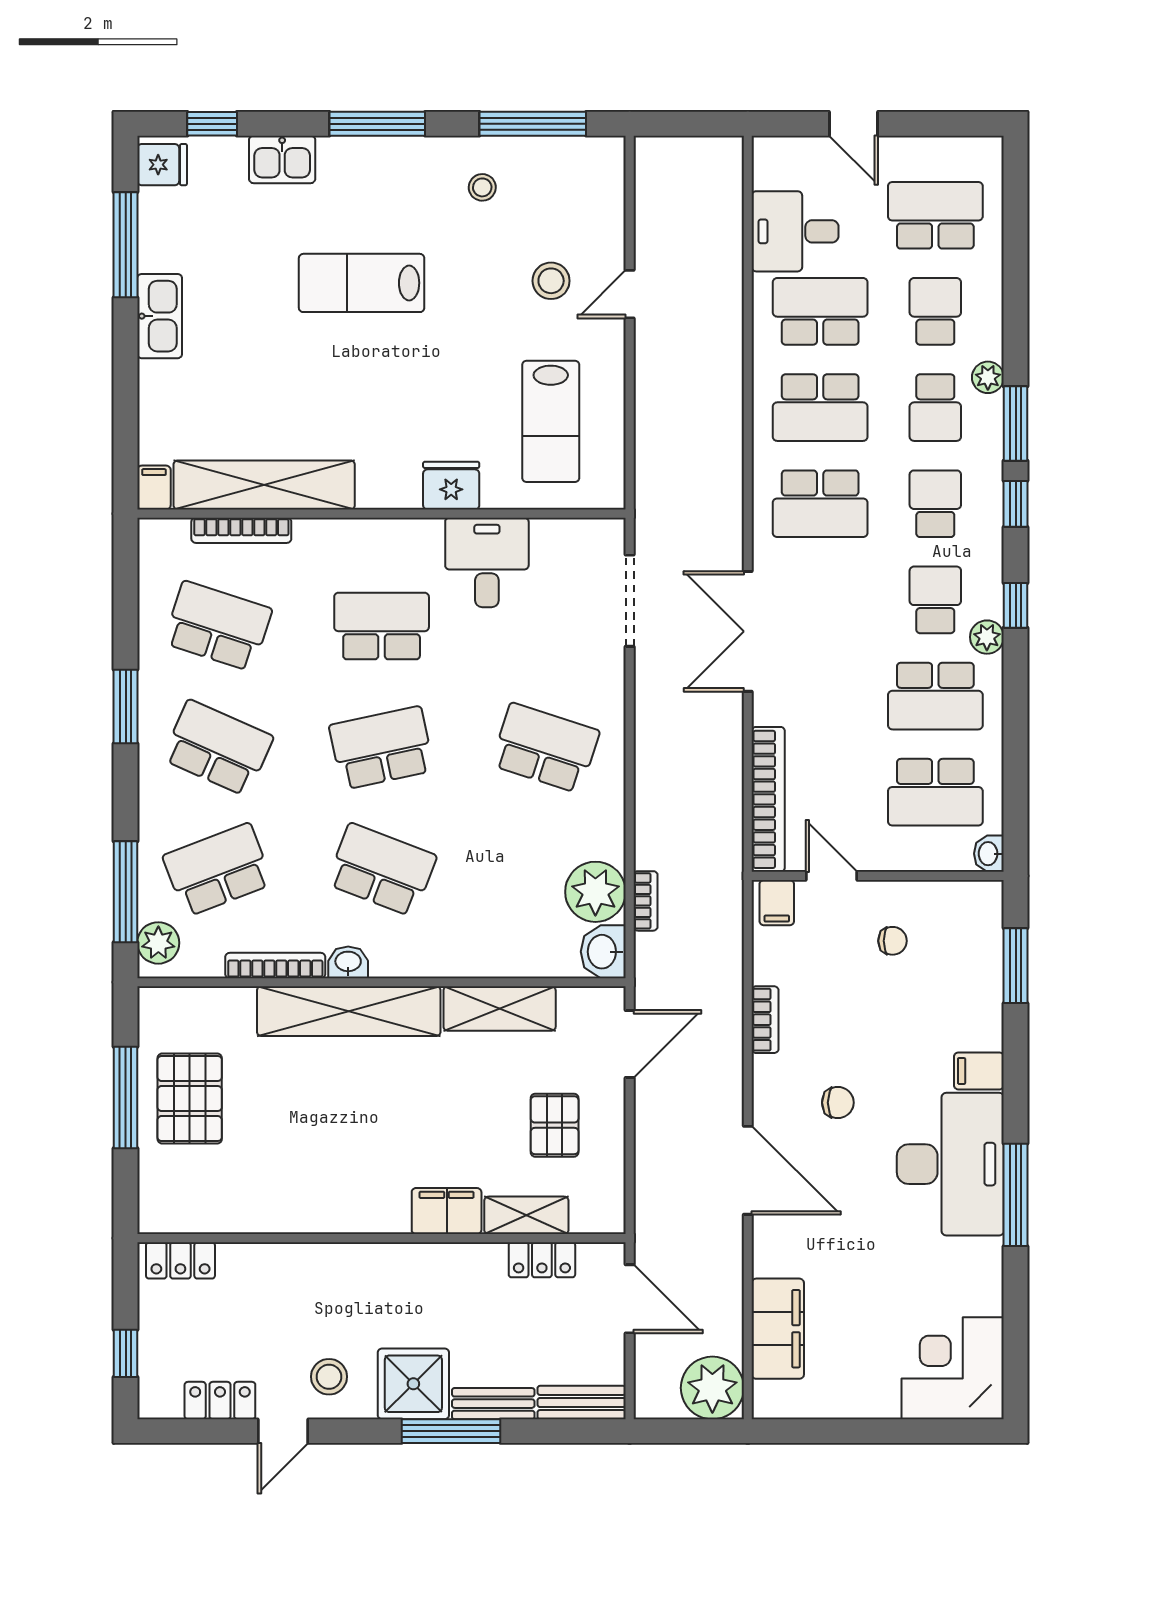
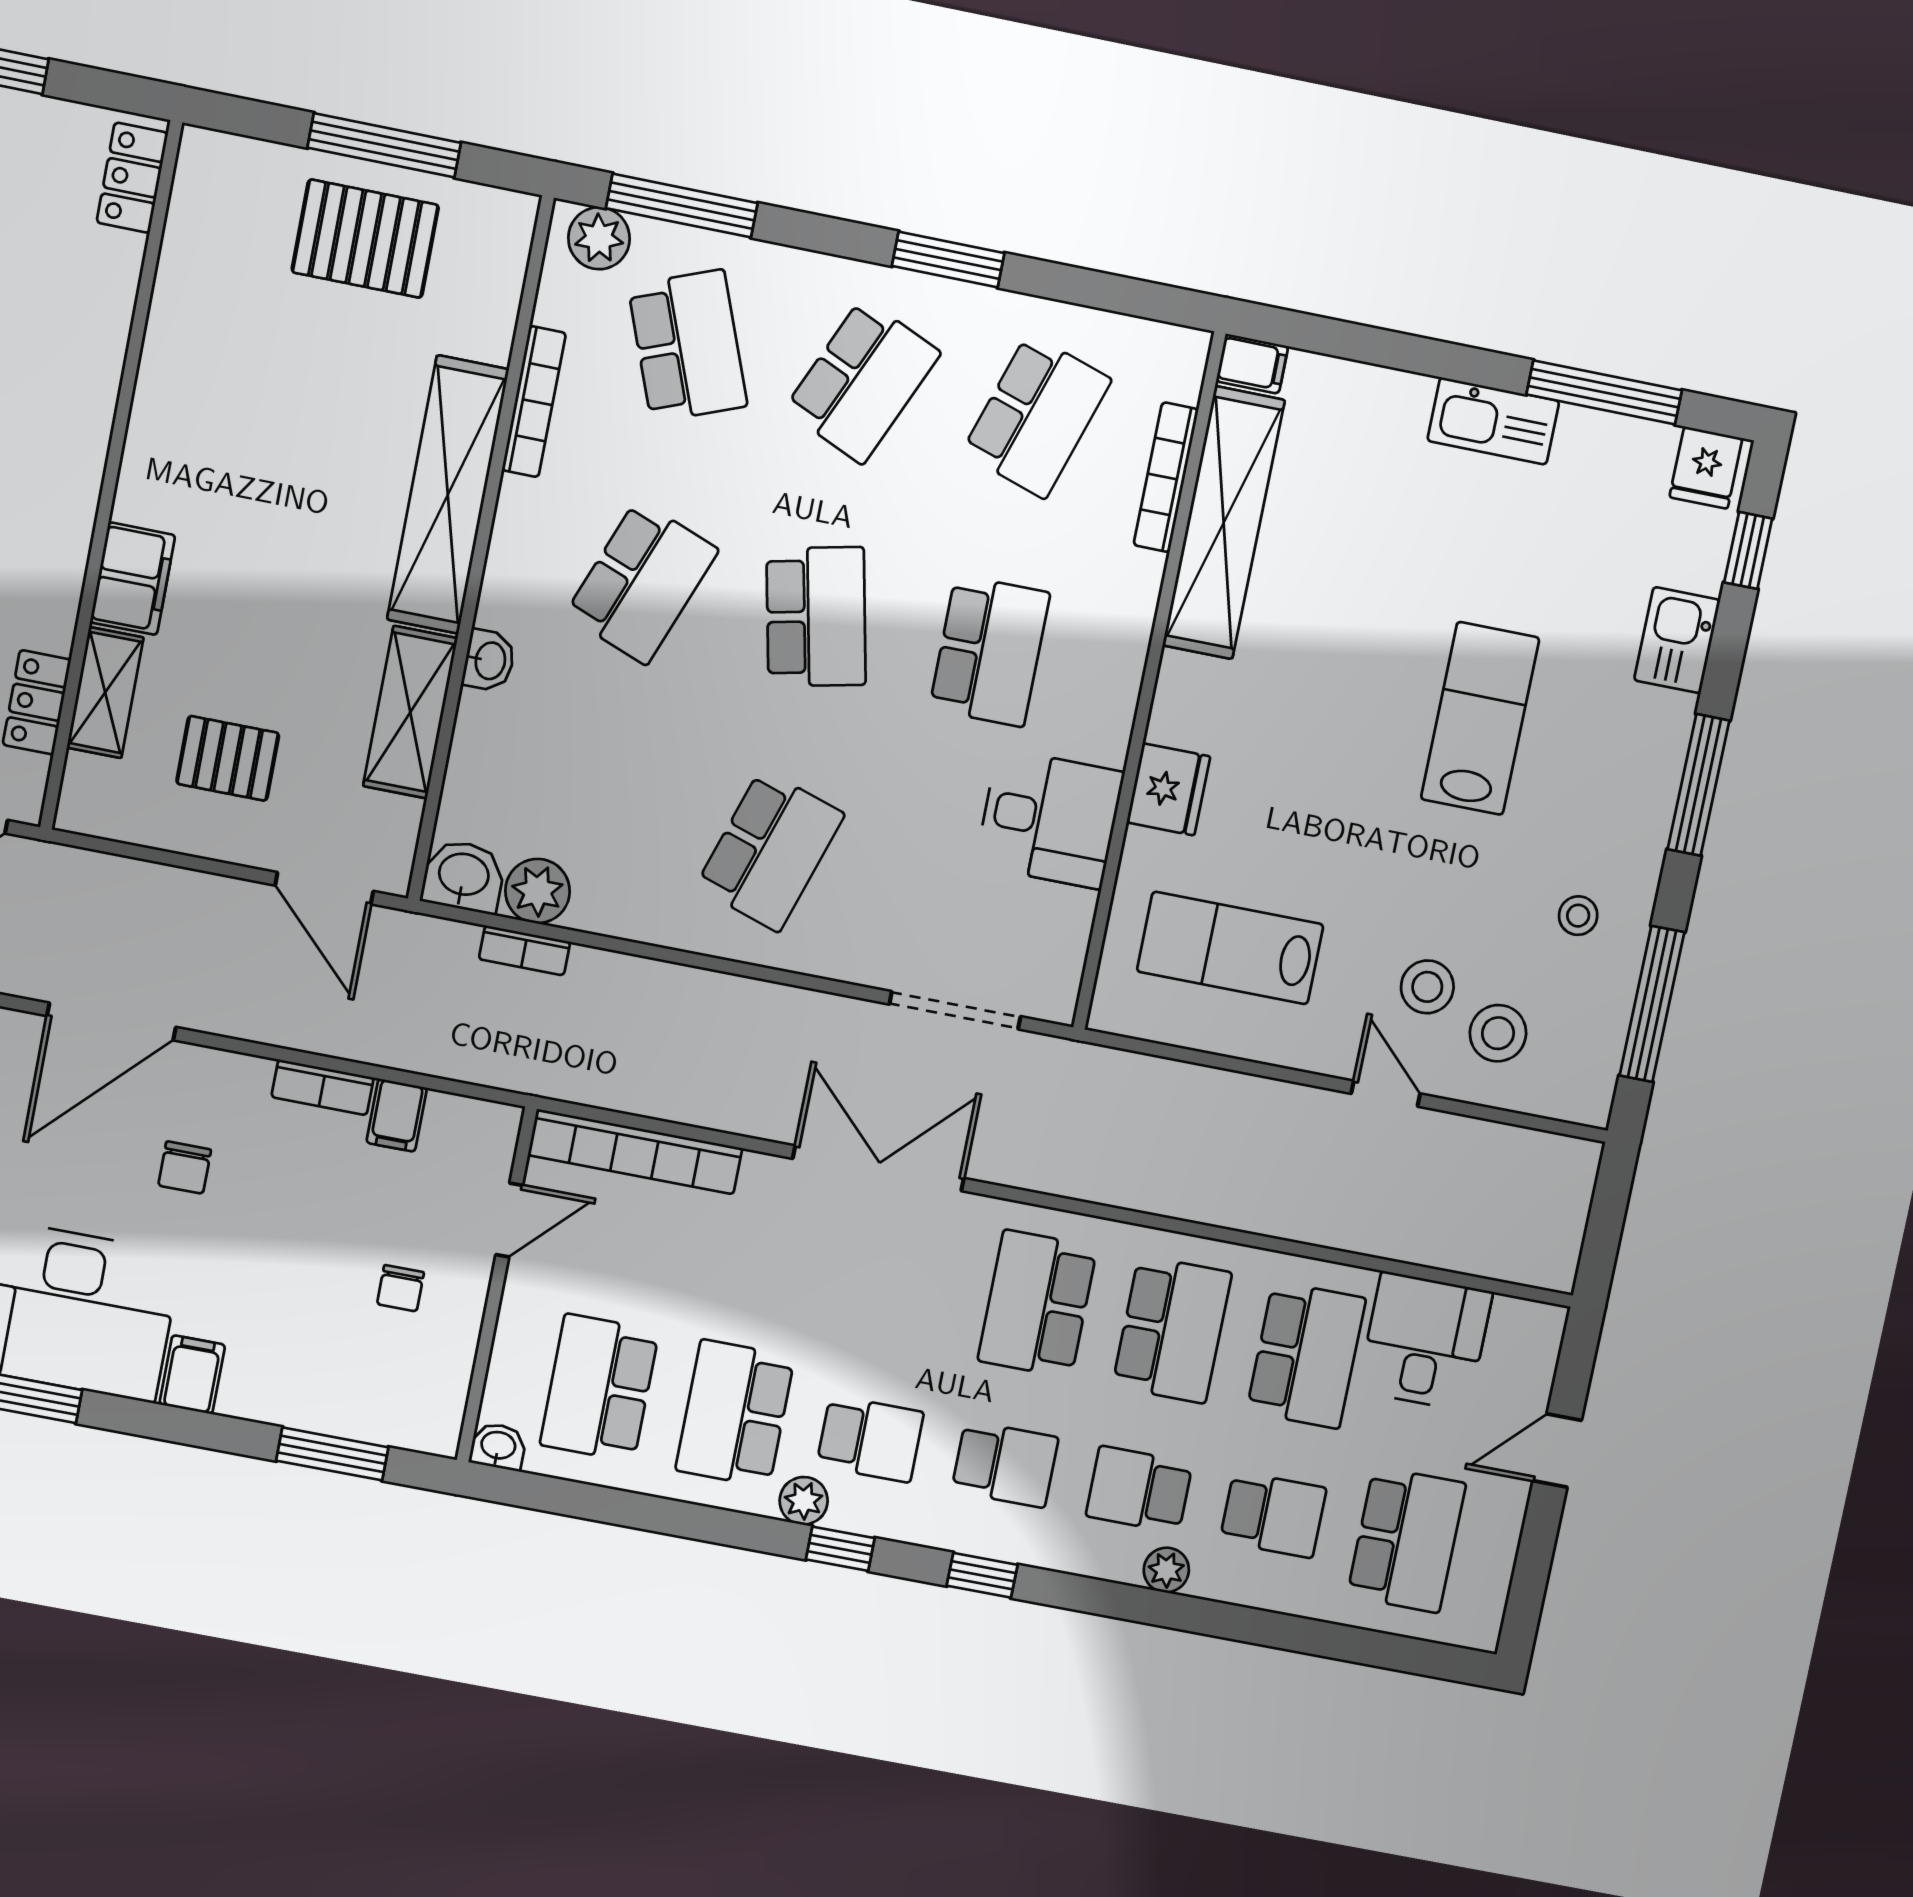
stool: (573, 226) -> (1498, 1033), added
school desk: (820, 408) -> (1172, 1329), turned 180
window: (1016, 424) -> (1094, 1596), removed
plant: (595, 892) -> (537, 891), width x0.73, depth x0.73
filing cabinet: (777, 903) -> (397, 1115), moved, turned -90
washbasin: (348, 962) -> (489, 661), moved

